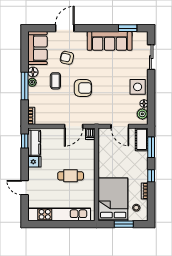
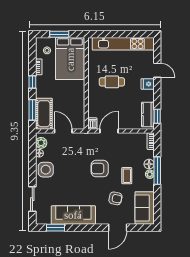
floor lamp: (33, 72) -> (149, 164), moved
cot: (142, 139) -> (44, 114), width x1.37, depth x1.34
fridge: (34, 162) -> (148, 84), moved

